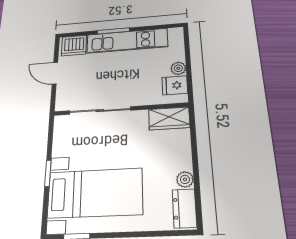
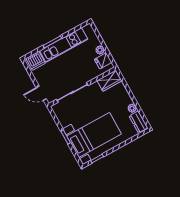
door: (55, 73) -> (41, 93), moved

